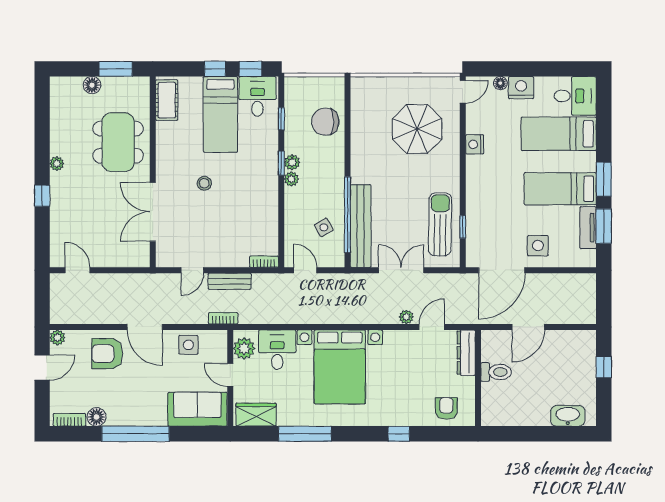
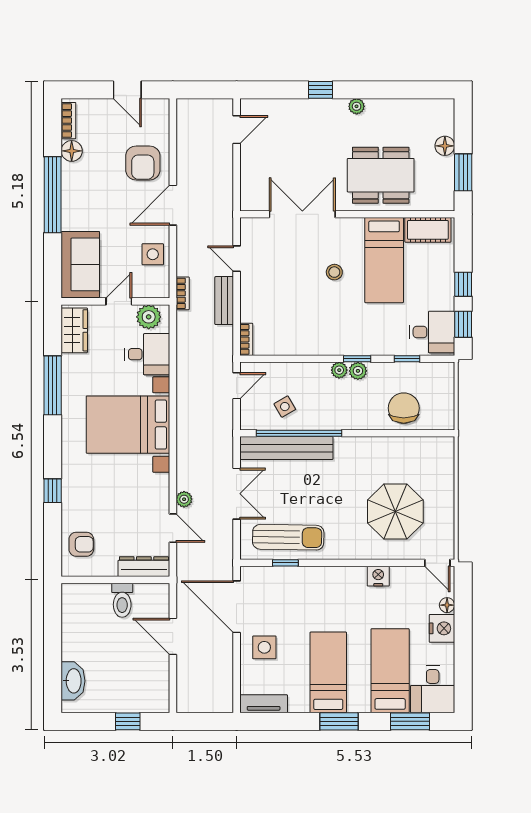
bed: (220, 114) -> (384, 260), moved, turned -90
window: (604, 226) -> (410, 721), moved
tv unit: (588, 228) -> (264, 704), moved
plant: (57, 338) -> (161, 107), removed
armchair: (107, 354) -> (143, 163), turned 180

